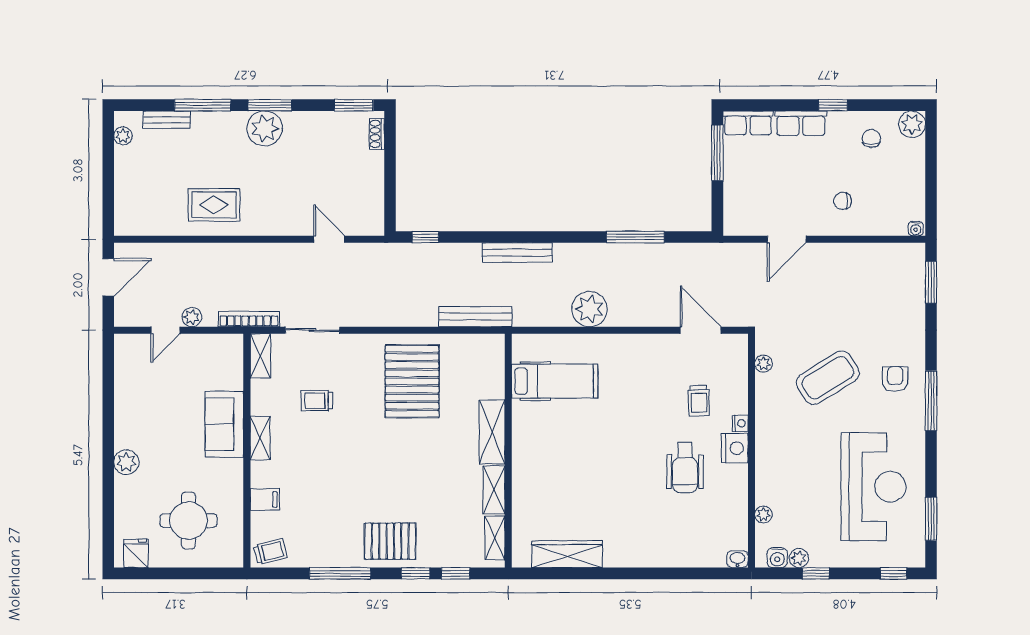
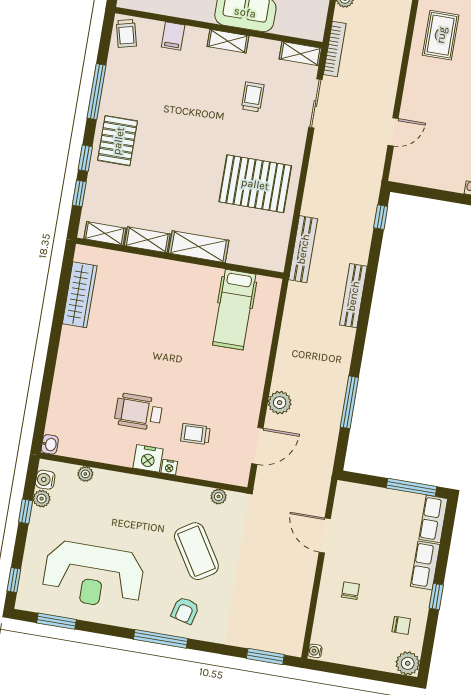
plant: (590, 309) -> (280, 403), moved, width x0.73, depth x0.73
armchair: (895, 379) -> (185, 610), turned 104

